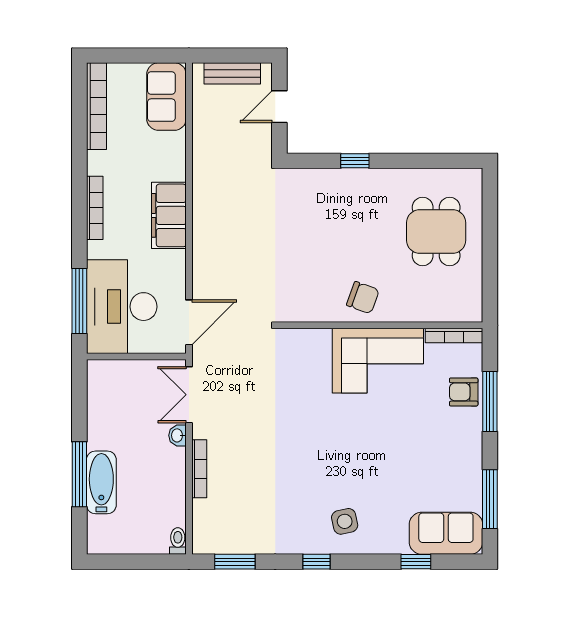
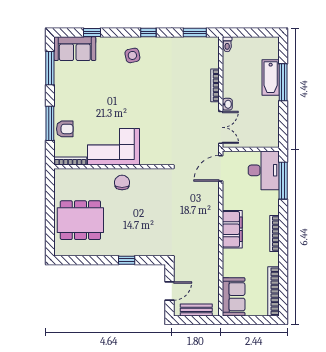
dining table: (436, 232) -> (80, 220), width x1.38
chair: (363, 298) -> (122, 183), turned 70
desk: (122, 307) -> (264, 170), width x0.73, depth x0.77

